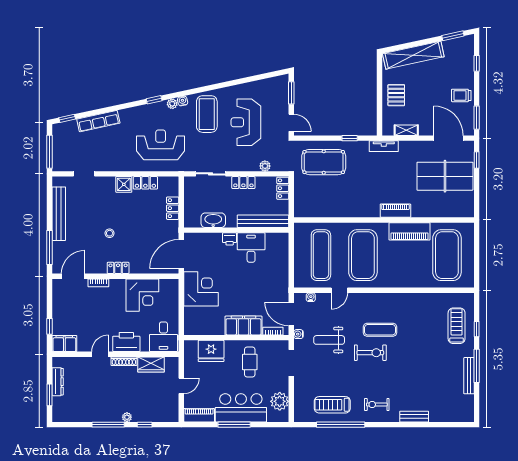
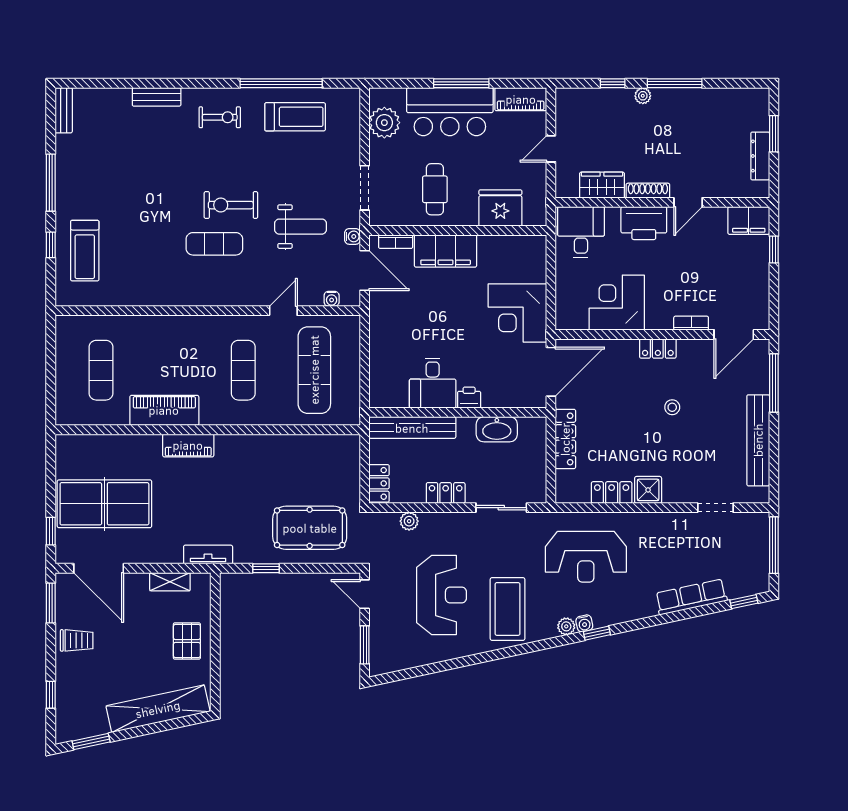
water cooler: (183, 101) -> (584, 623), moved
locker: (173, 208) -> (565, 439), width x1.53
exercise mat: (363, 255) -> (243, 370), width x0.50, depth x0.69
exercise mat: (447, 255) -> (101, 370), width x0.50, depth x0.69
bench: (469, 376) -> (64, 110), moved, width x0.73

